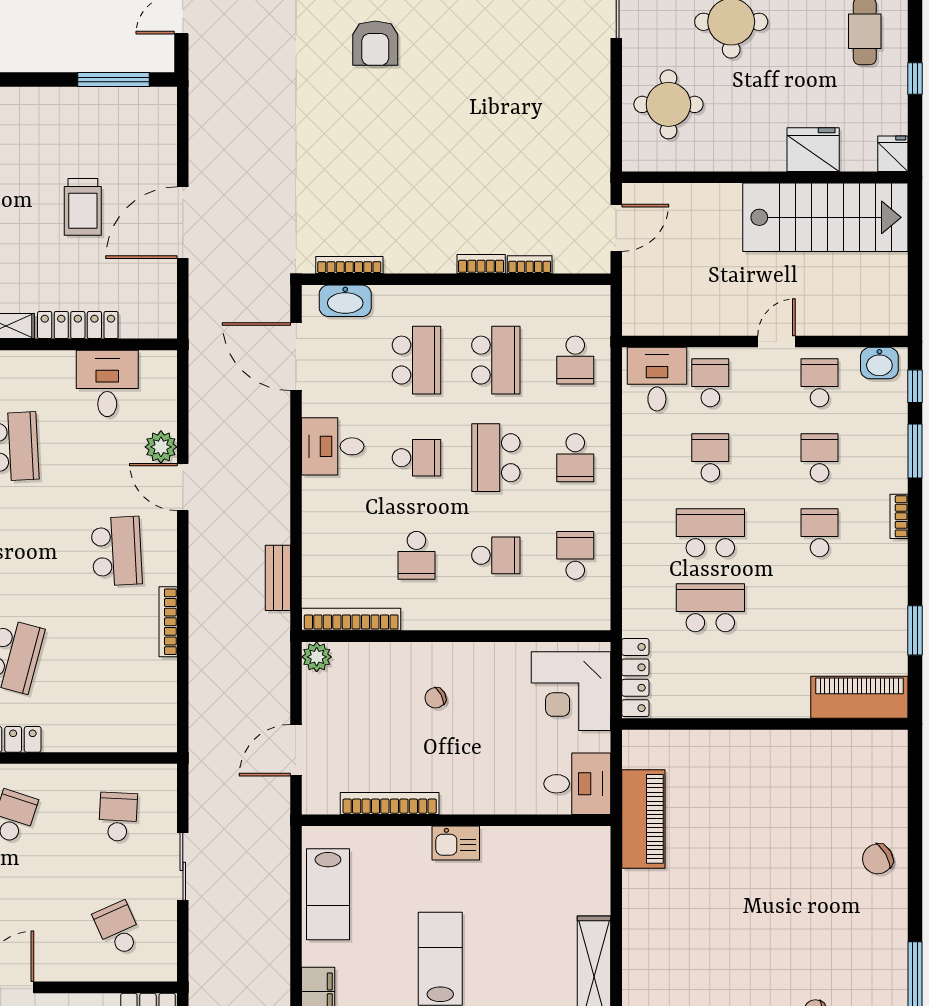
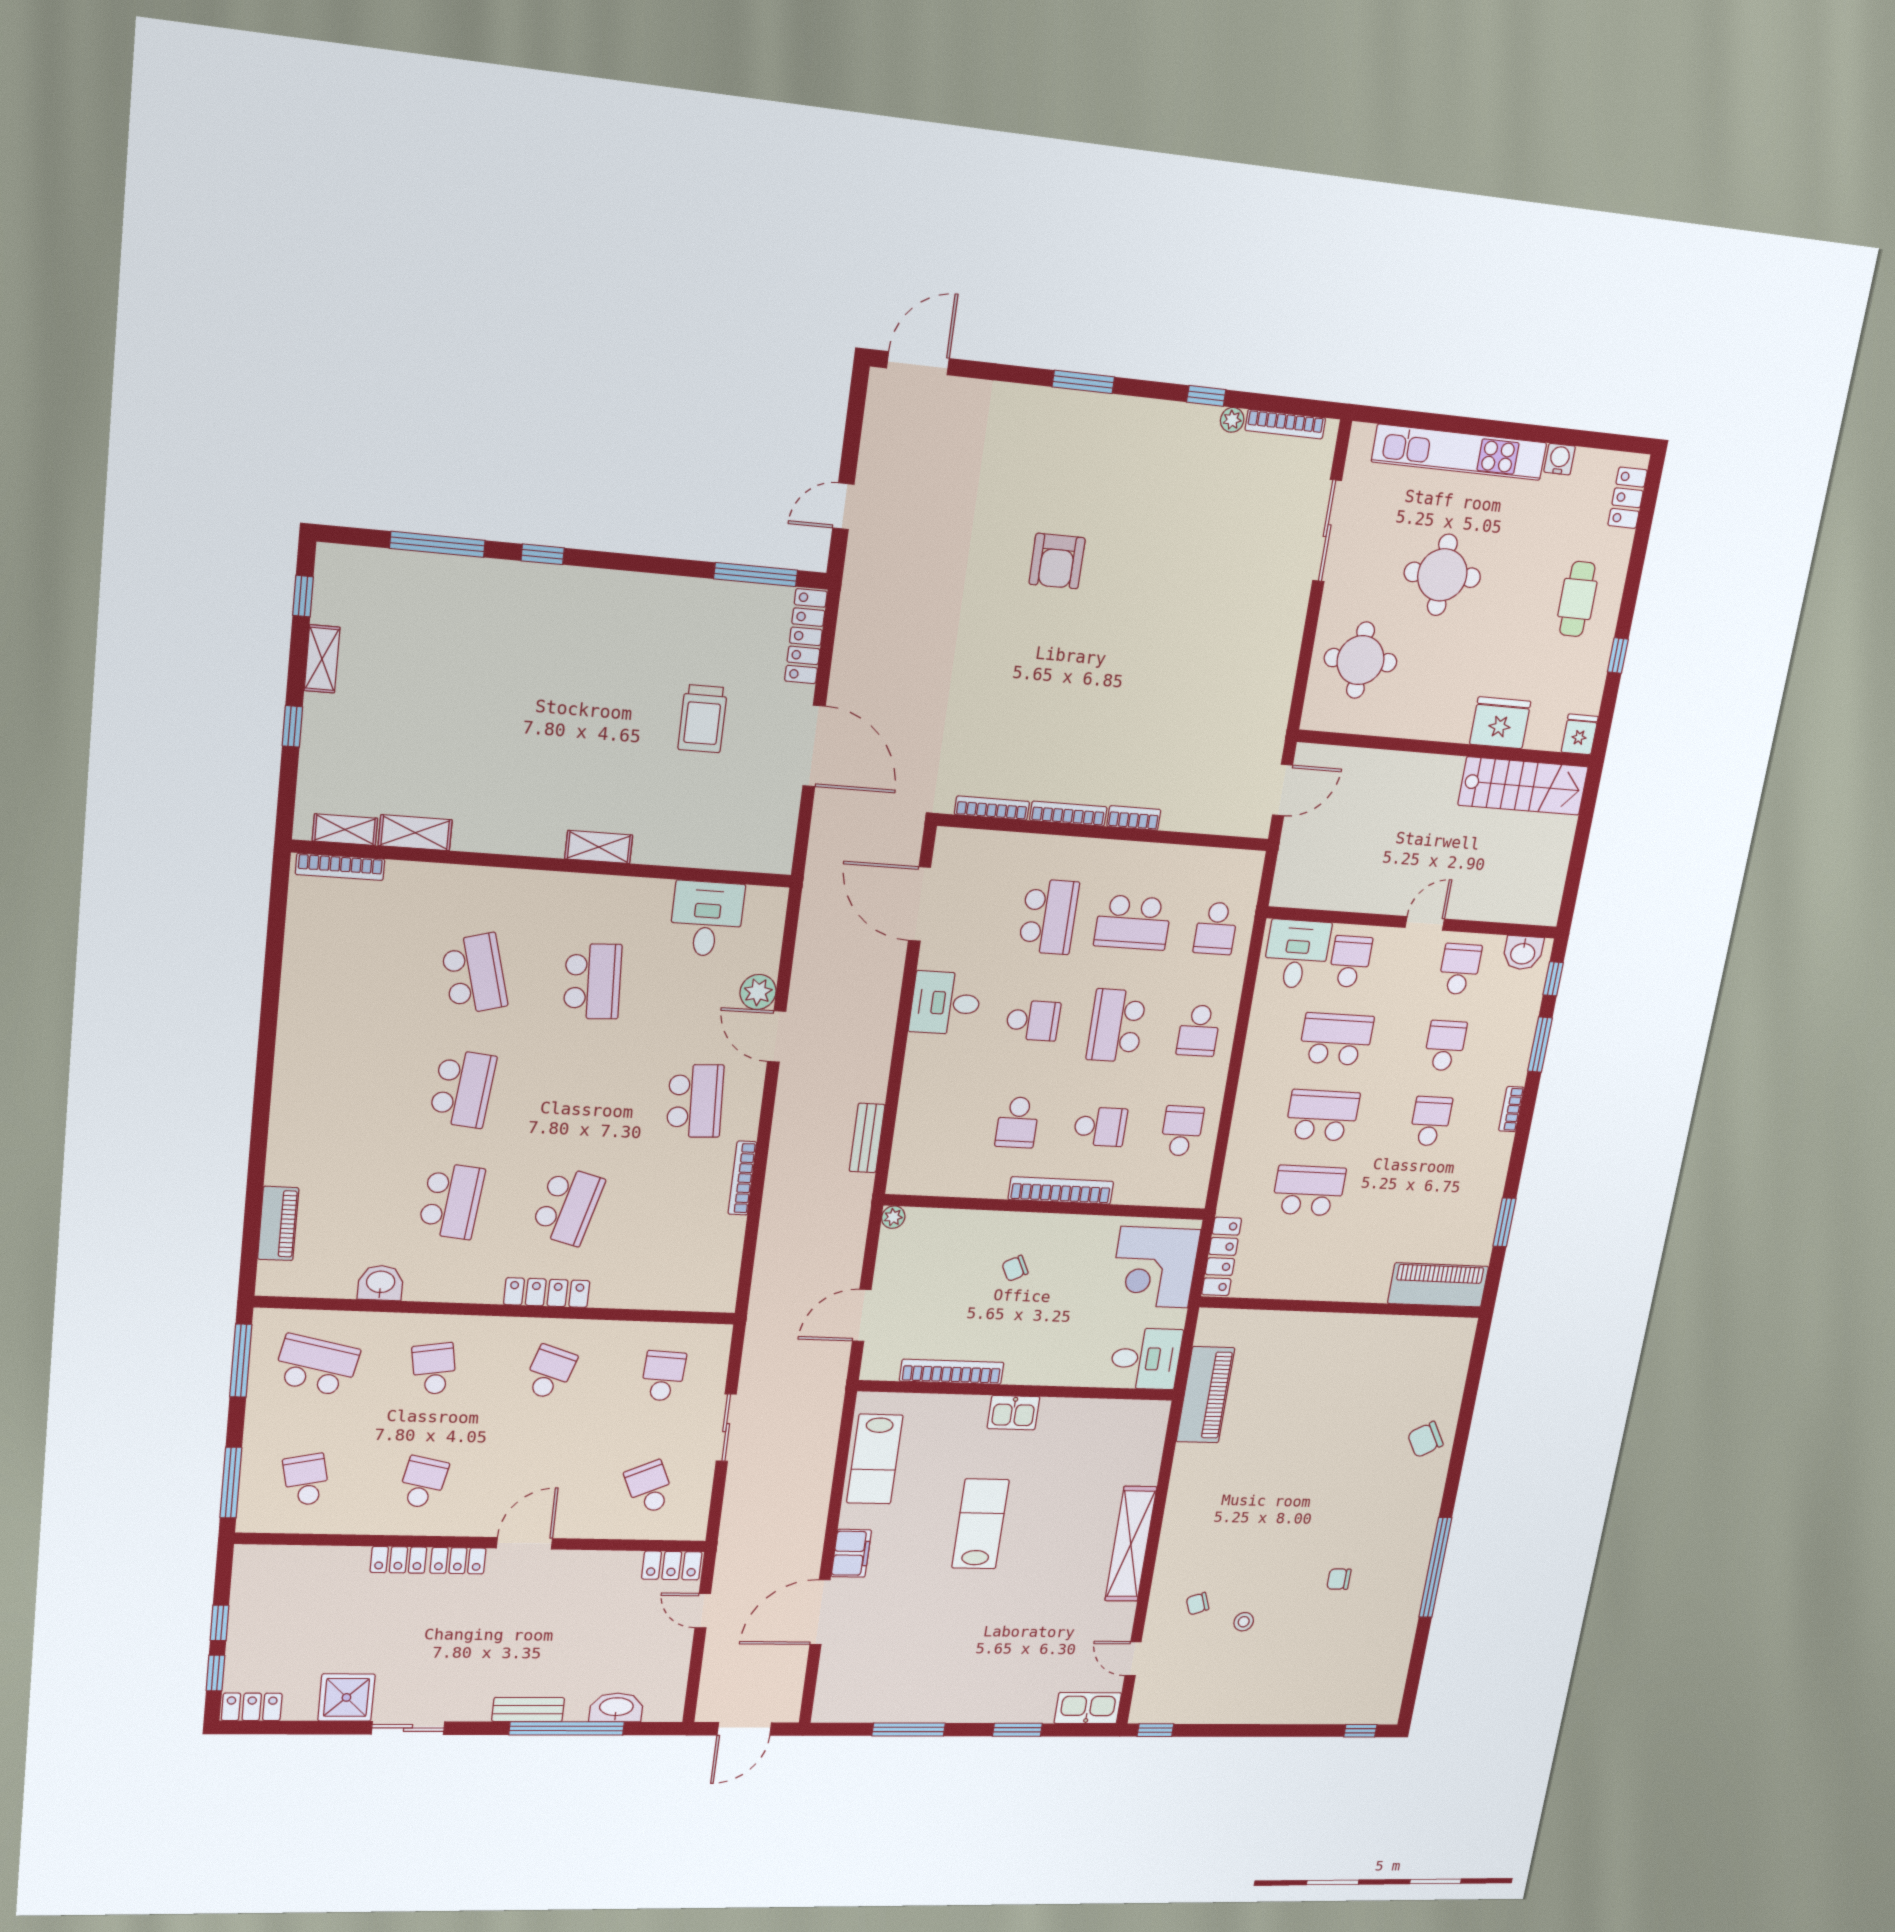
stairs: (825, 217) -> (1523, 786), width x0.73, depth x0.66
door: (183, 223) -> (814, 746), swing flipped
bookcase: (530, 265) -> (1068, 814), moved, width x1.56
washbasin: (345, 301) -> (982, 847), removed
locker: (78, 325) -> (806, 636), moved, turned -90
school desk: (496, 360) -> (1133, 923), turned 90
school desk: (710, 458) -> (1336, 1039), width x1.85
bookcase: (351, 619) -> (1061, 1190), moved
plant: (317, 657) -> (893, 1217), width x0.73, depth x0.73

